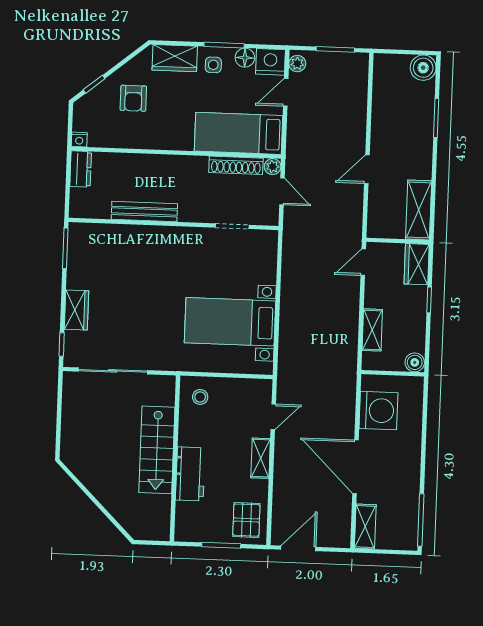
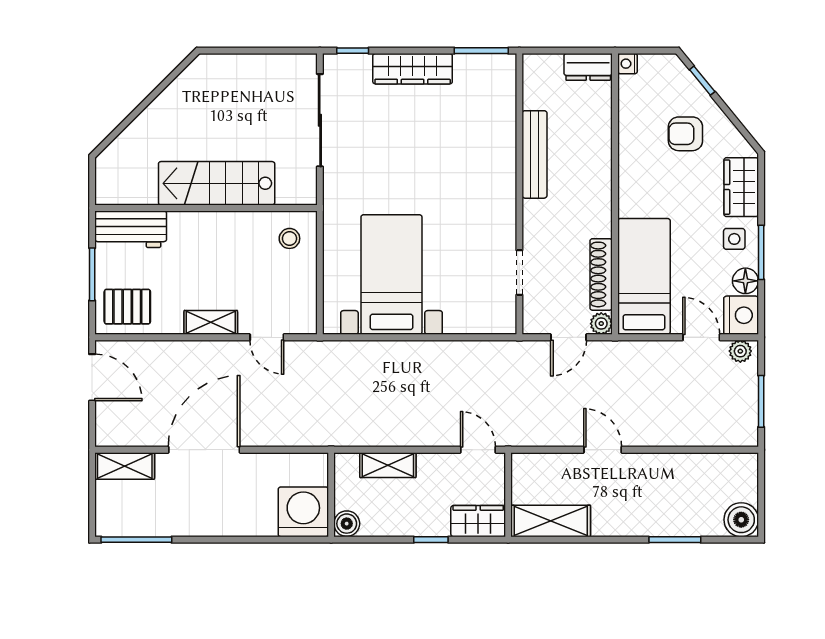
wardrobe: (77, 310) -> (413, 69), width x1.50
washing machine: (378, 411) -> (303, 512), moved, turned 180
workbench: (190, 474) -> (131, 229), moved

